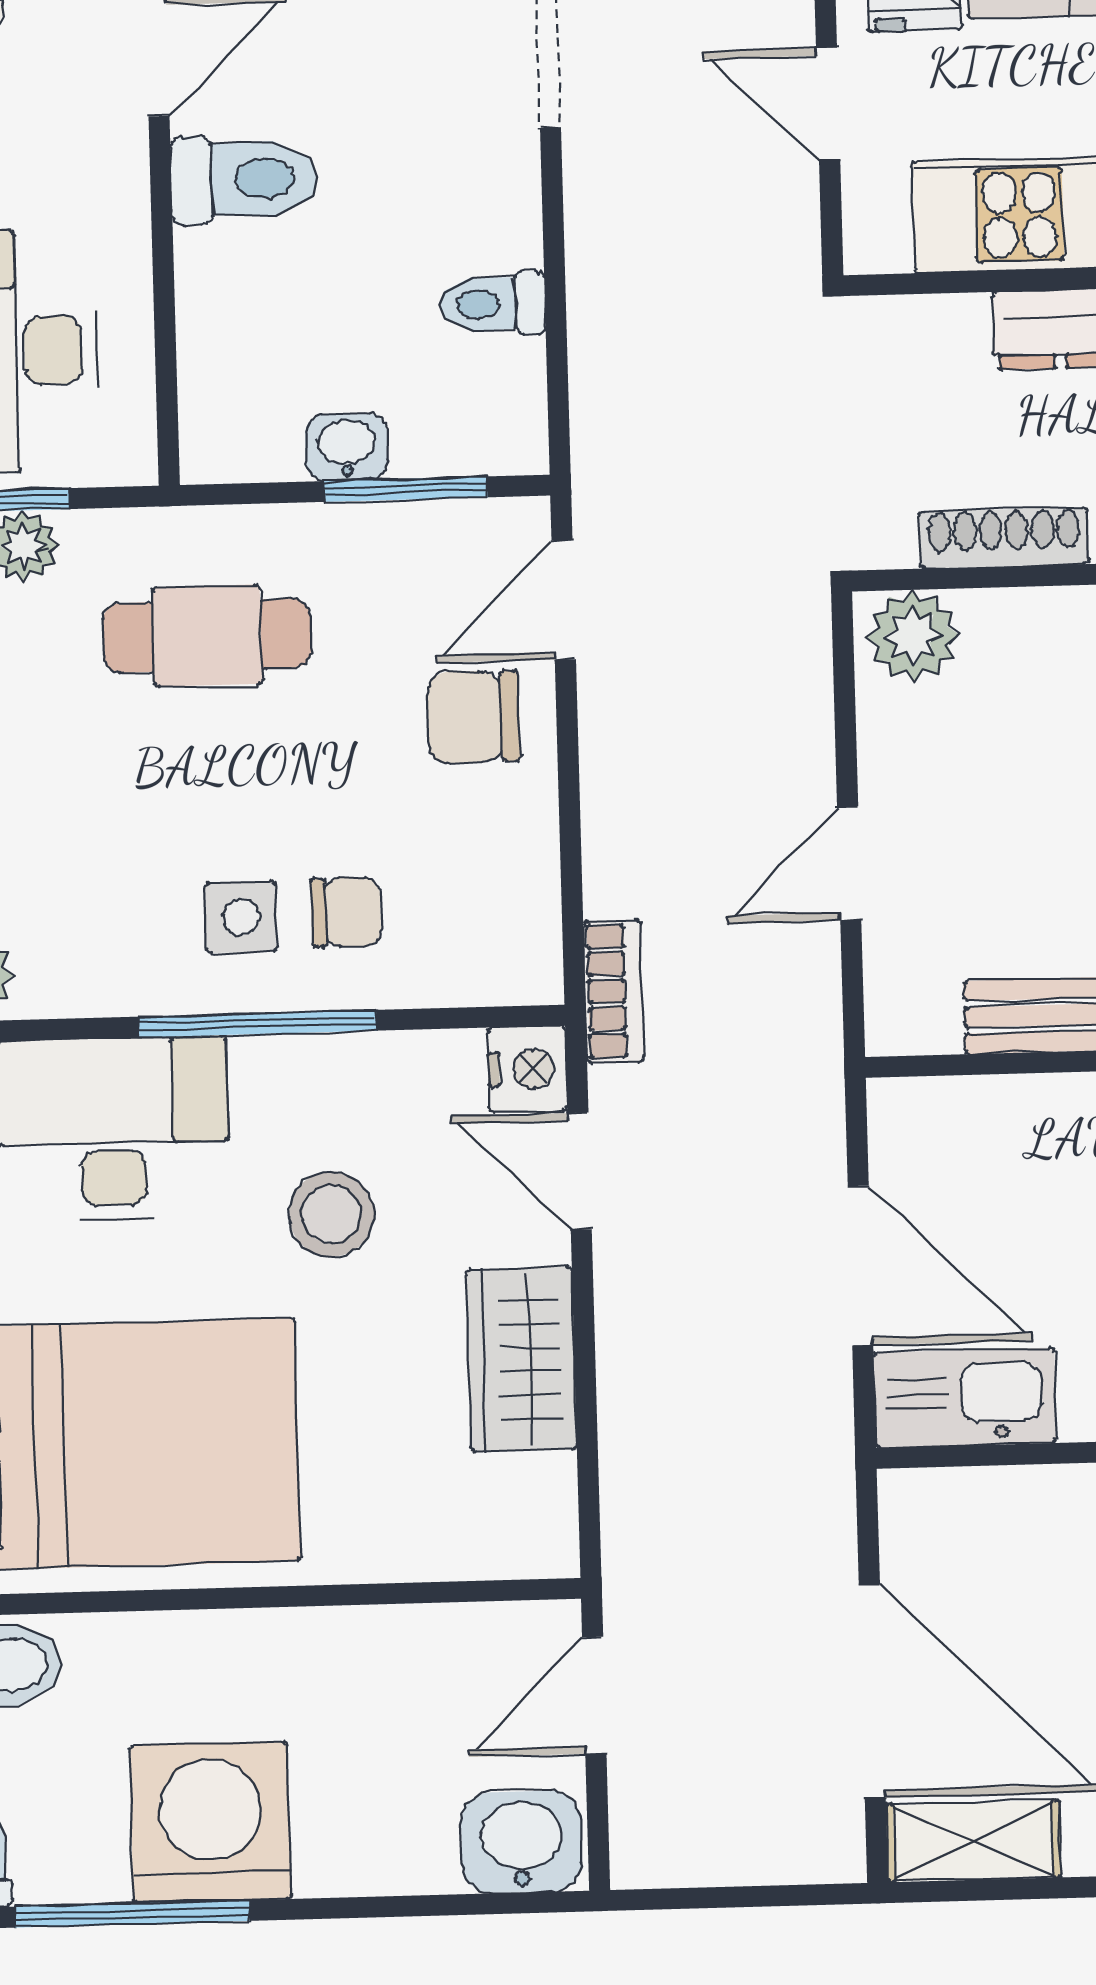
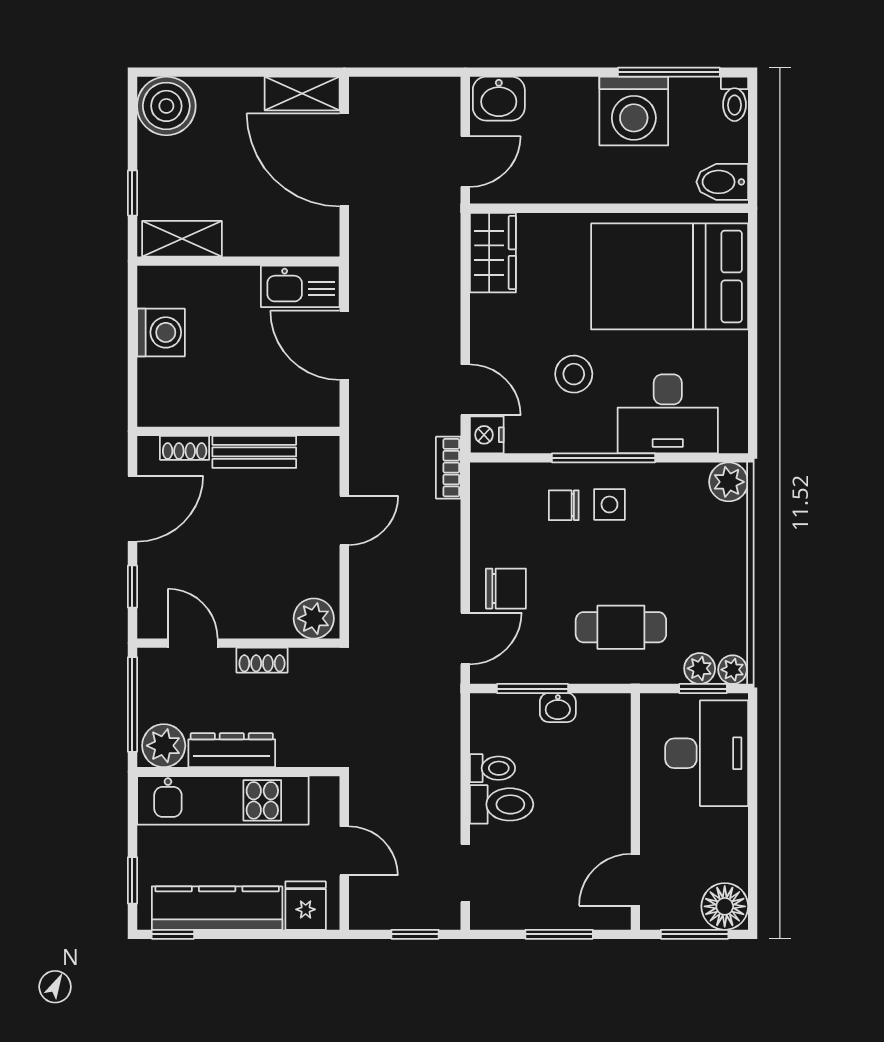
toilet: (244, 179) -> (502, 804), moved, turned 180
shoe rack: (1004, 538) -> (262, 660), width x0.70
wardrobe: (521, 1359) -> (493, 253), moved

